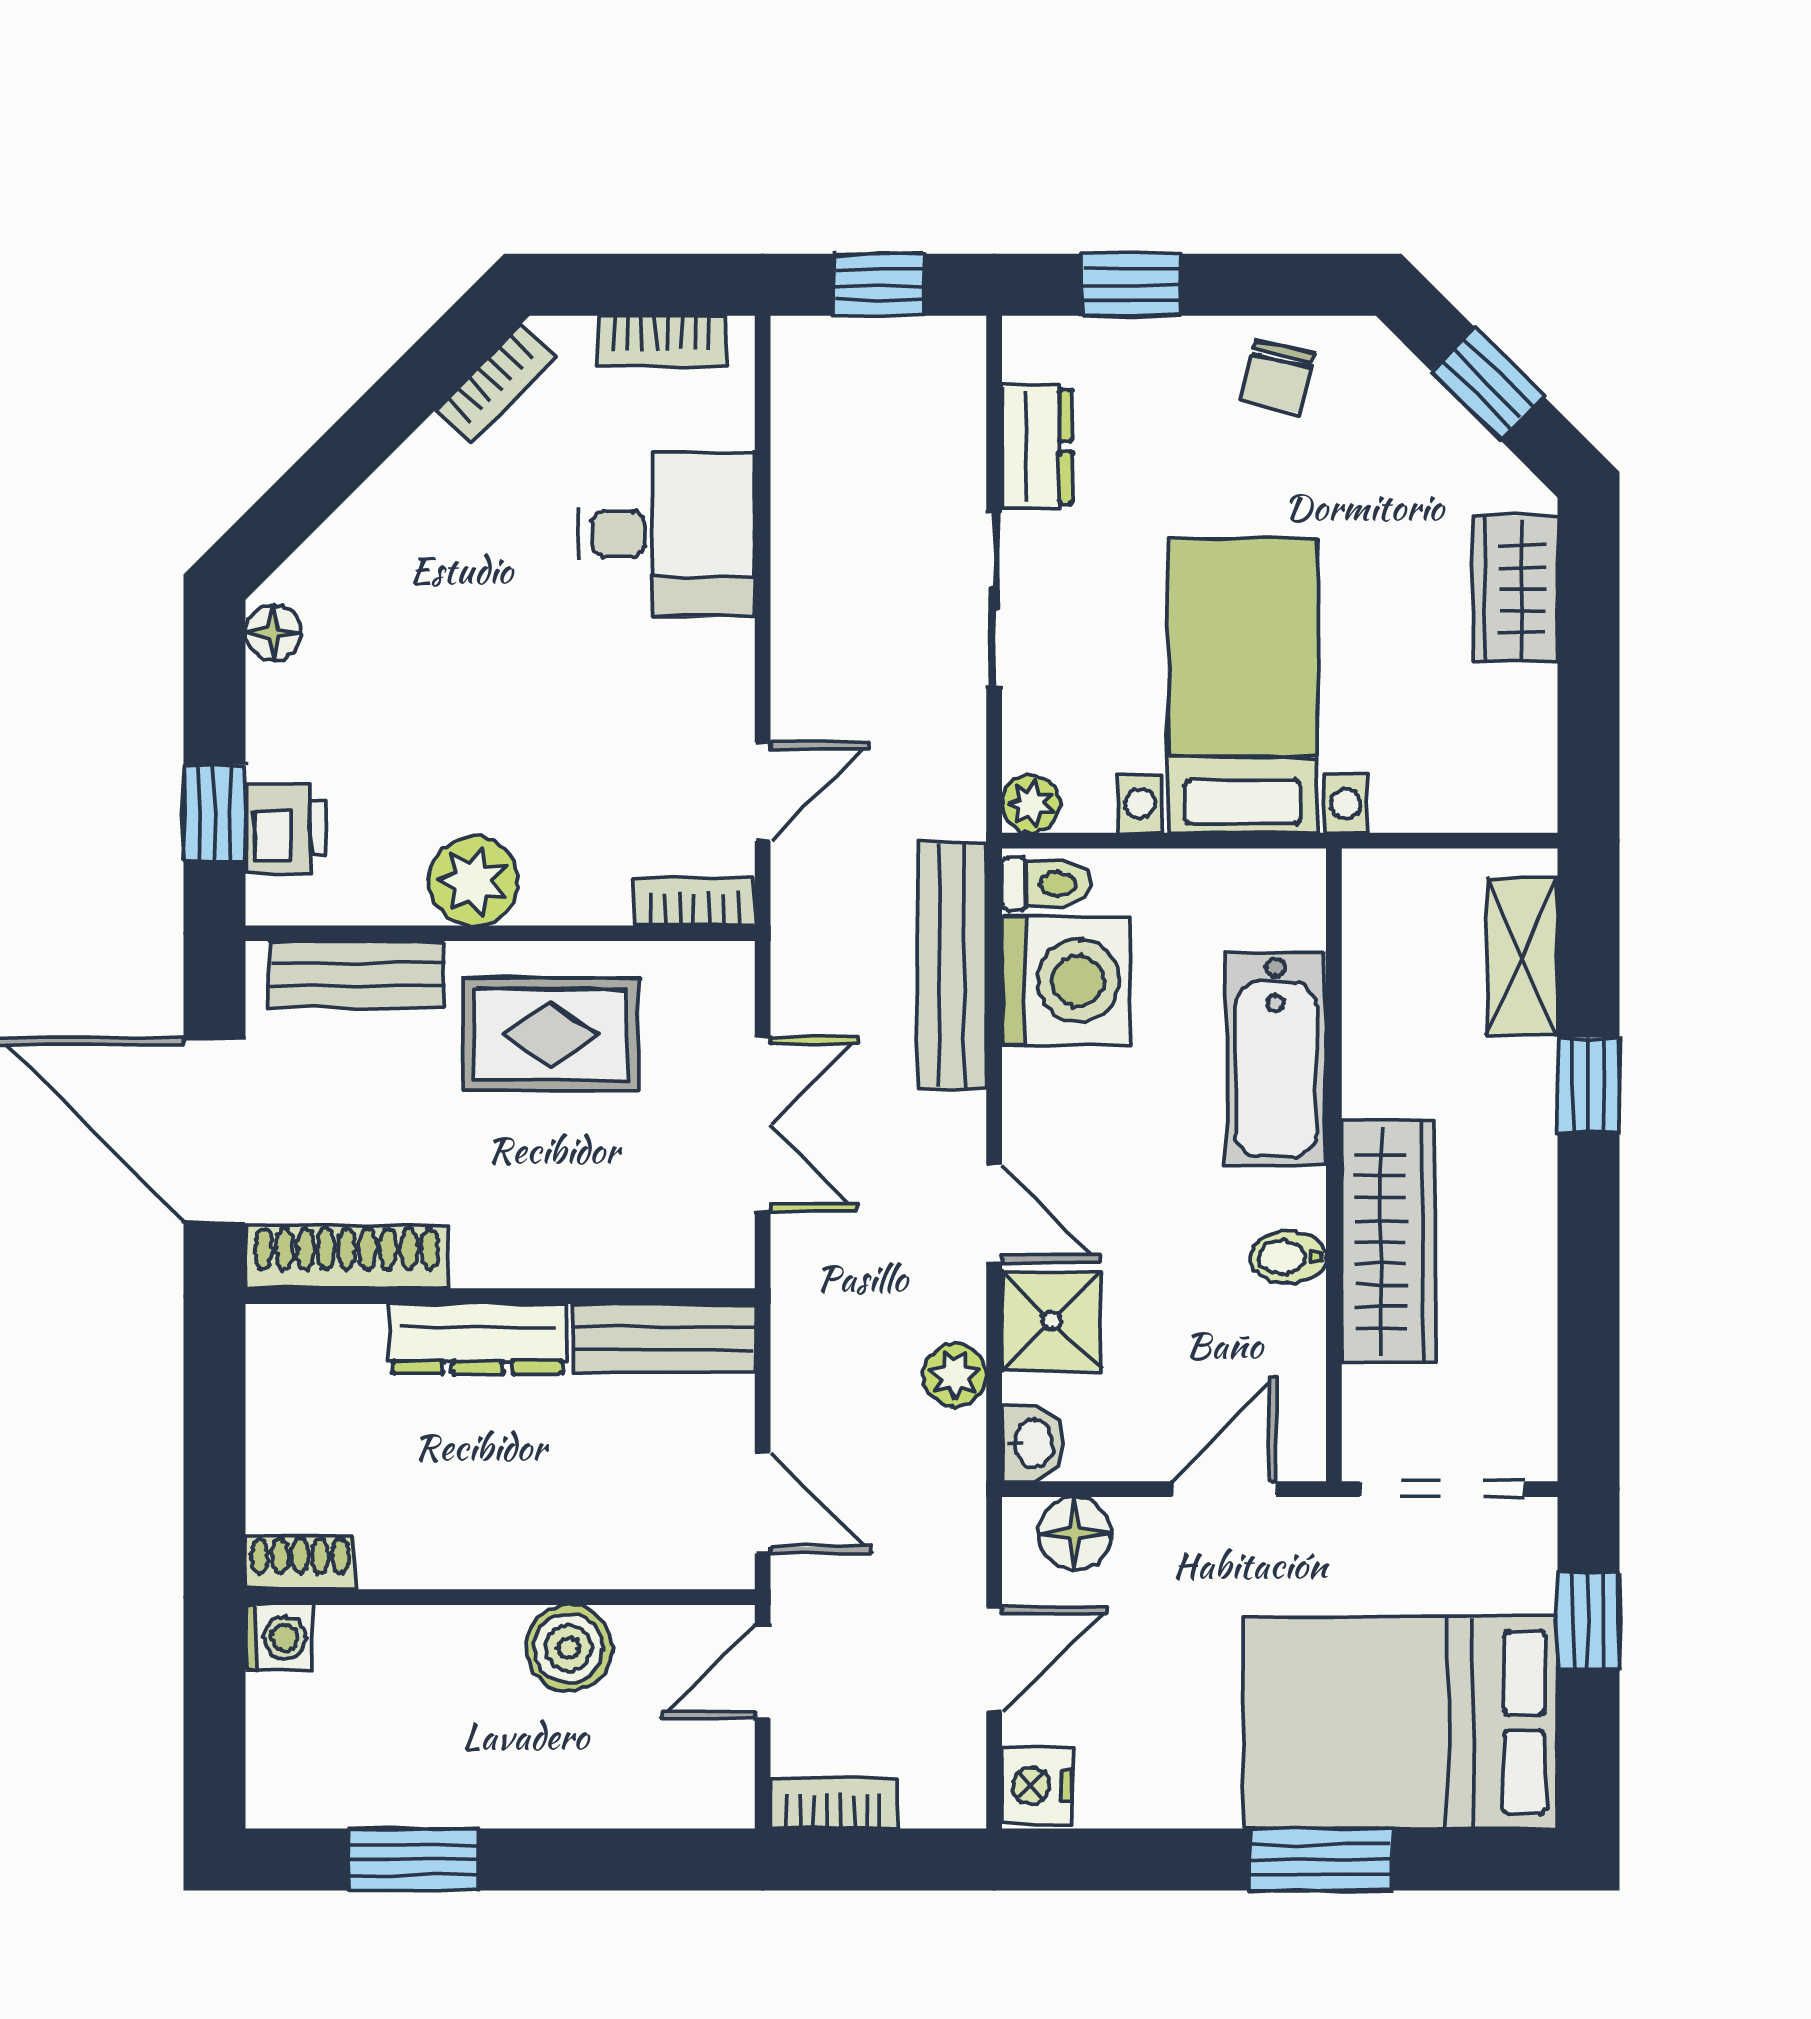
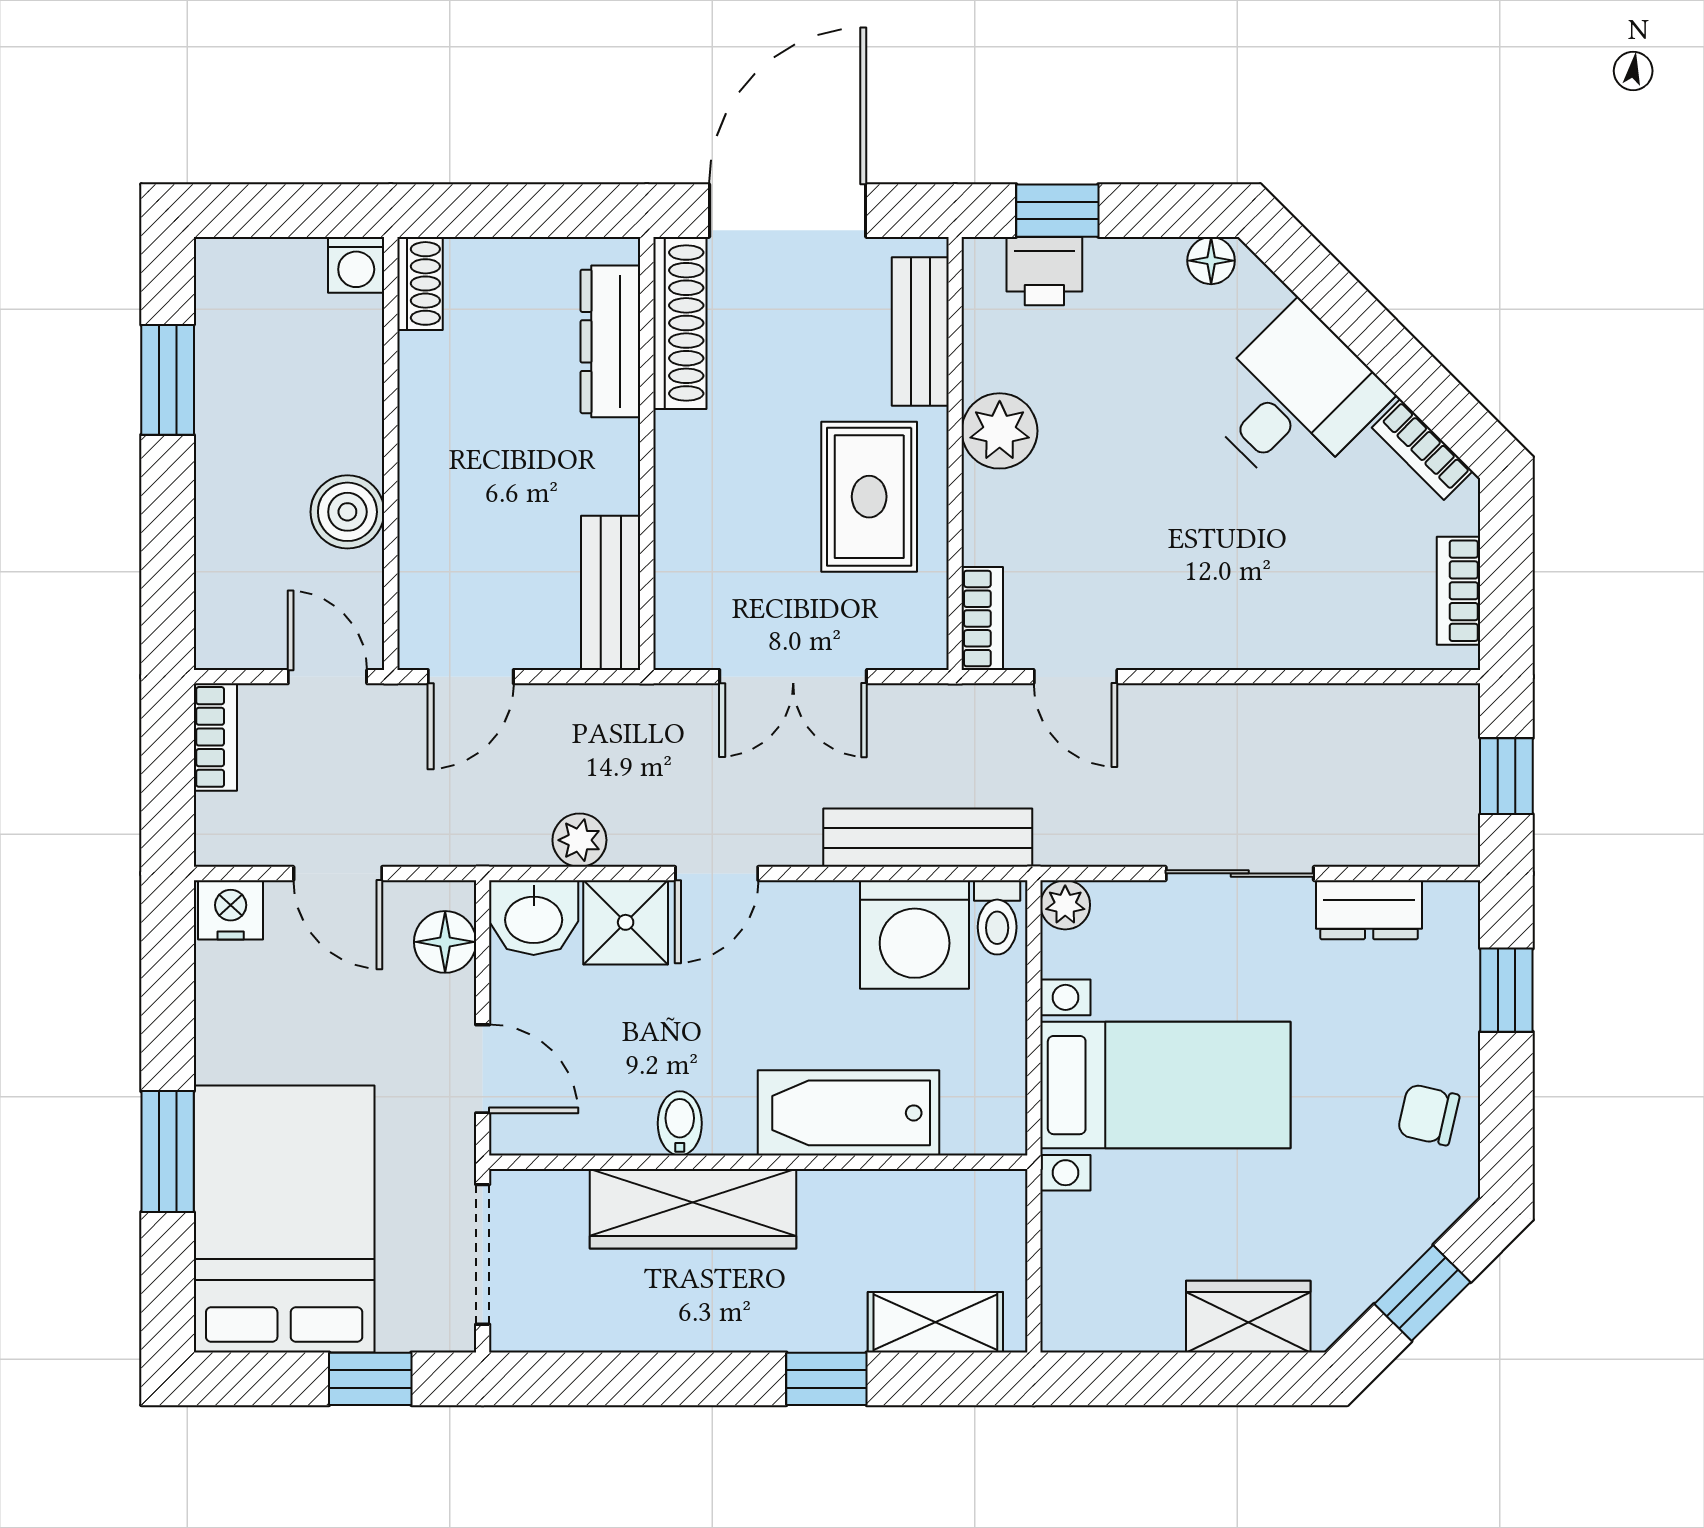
desk: (666, 534) -> (1294, 399), moved, turned -135
dresser: (478, 1339) -> (610, 341), moved
washbasin: (1032, 1444) -> (534, 918), width x1.38, depth x1.45

